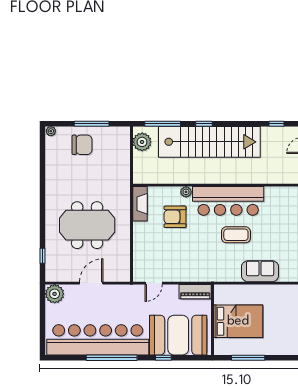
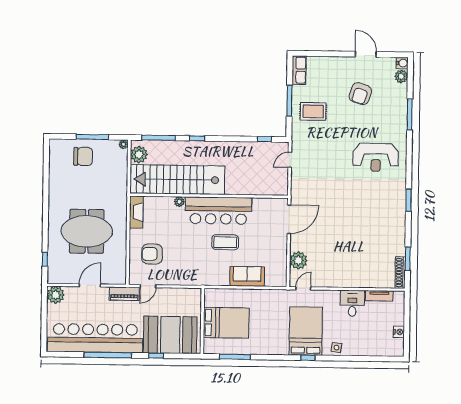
plant: (51, 131) -> (123, 144), moved
stairs: (209, 142) -> (177, 180), moved, turned 180
armchair: (175, 217) -> (152, 254), moved
piano: (195, 292) -> (124, 294), moved

